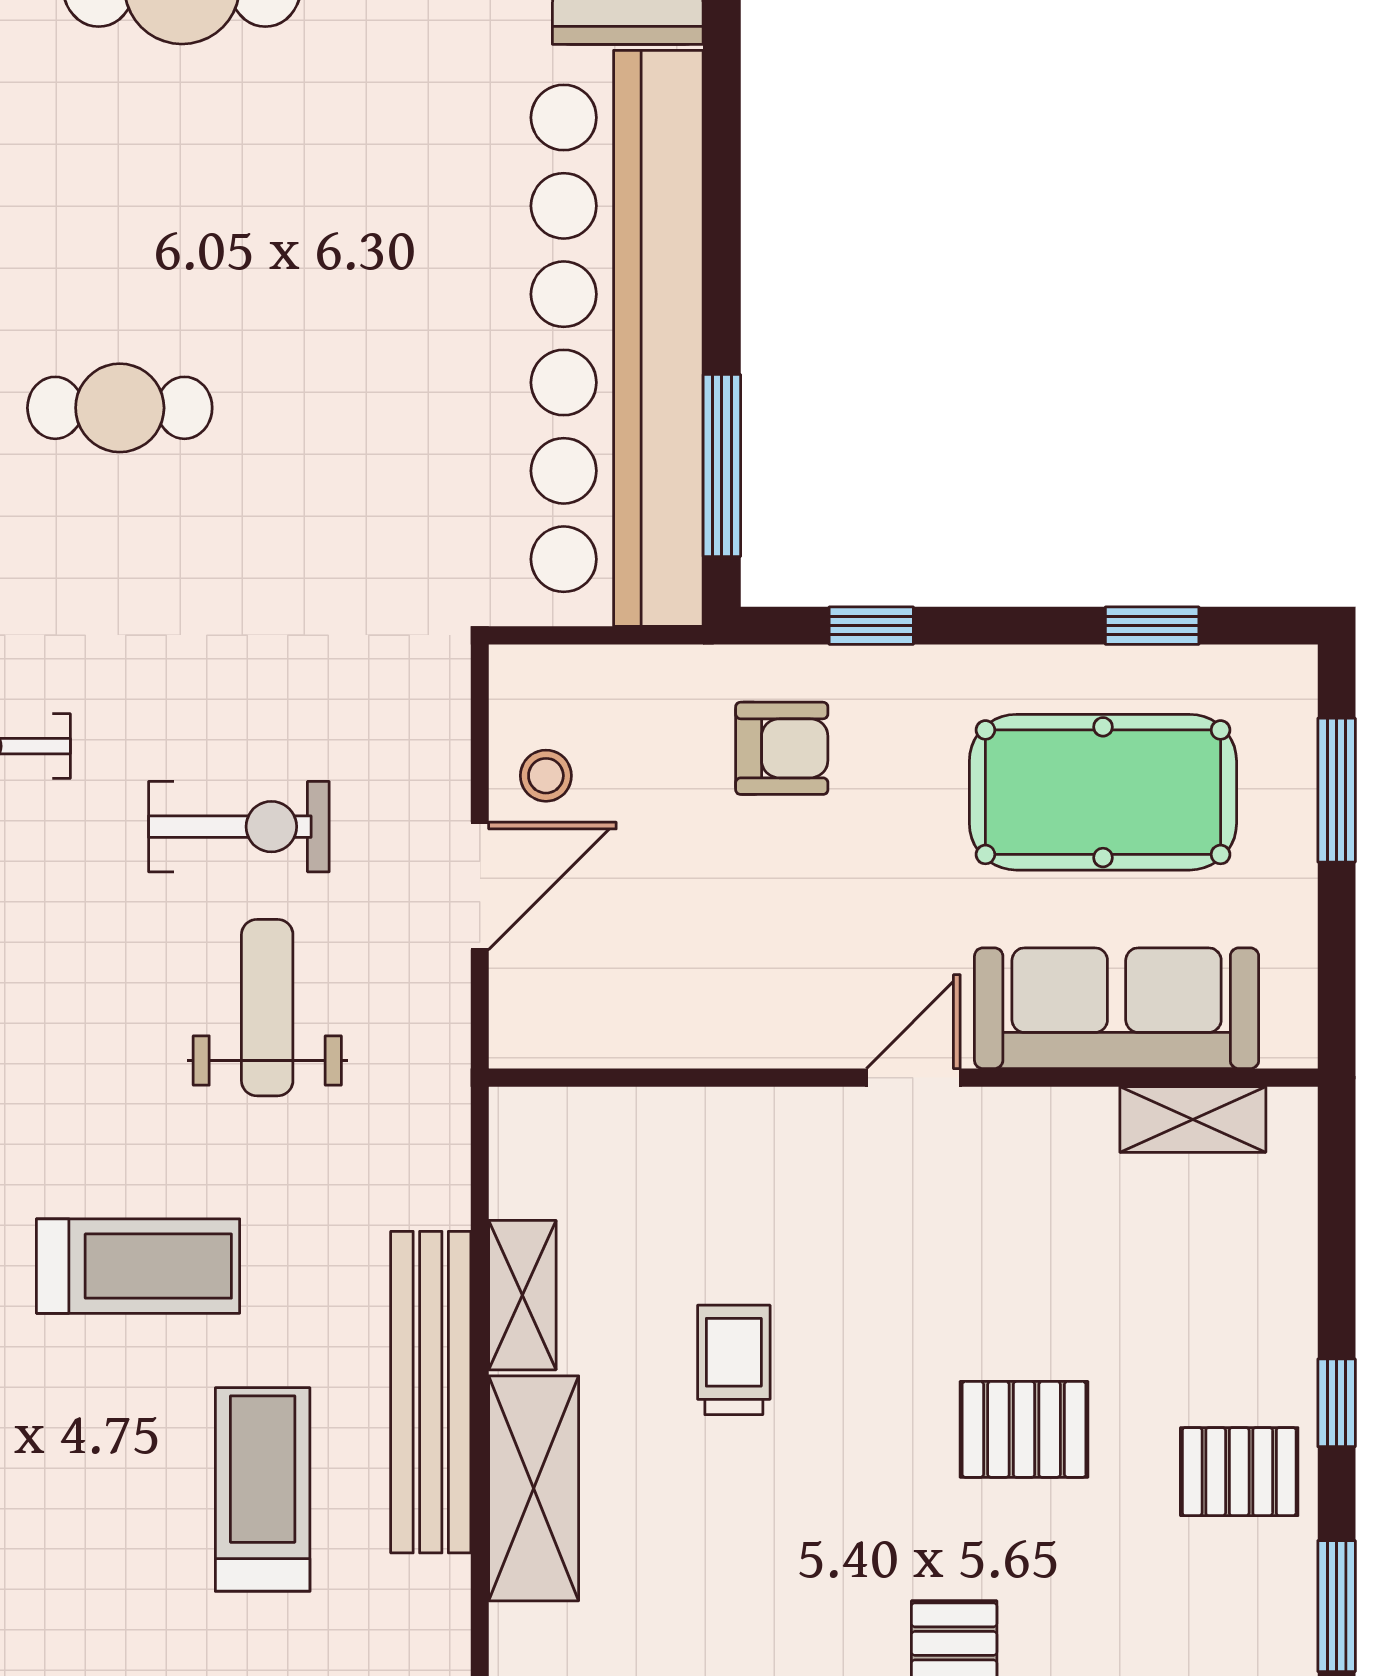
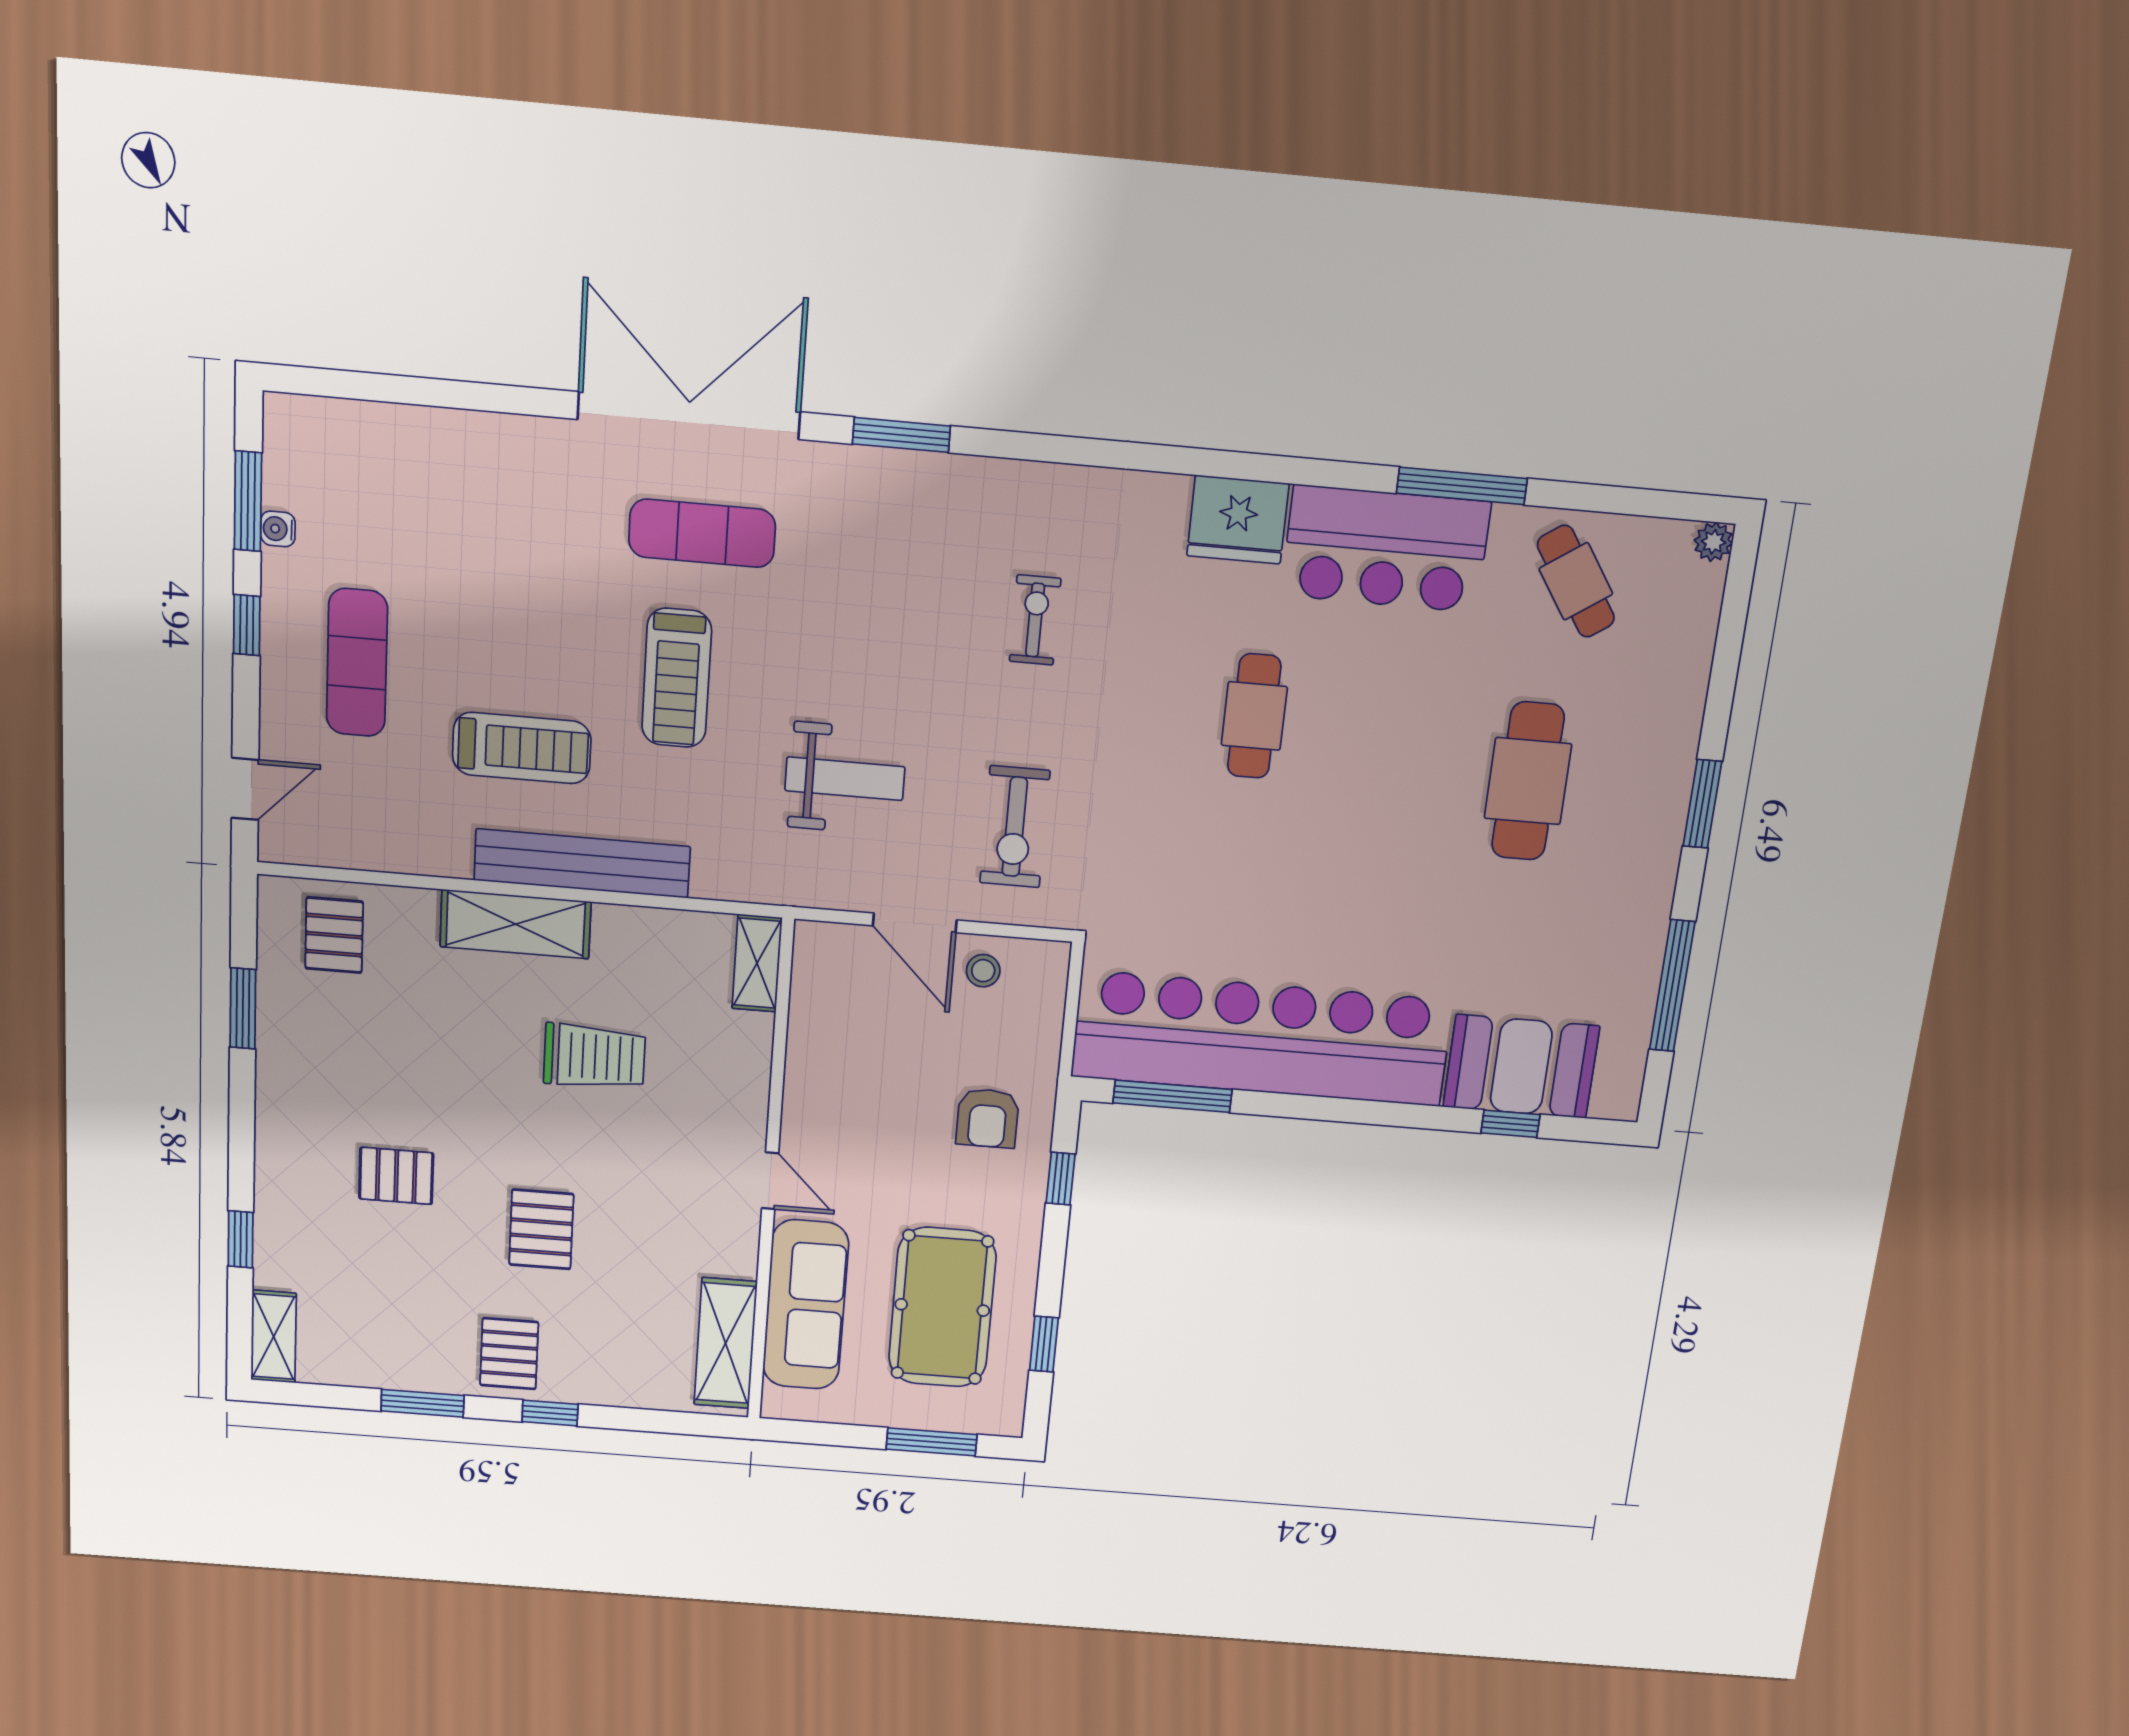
exercise bike: (239, 827) -> (1015, 827), moved
shelving: (1193, 1119) -> (726, 1343), width x1.50, depth x1.33
shelving: (522, 1295) -> (757, 963), moved, turned 90
trolley: (734, 1360) -> (594, 1057), width x1.36, depth x1.39

